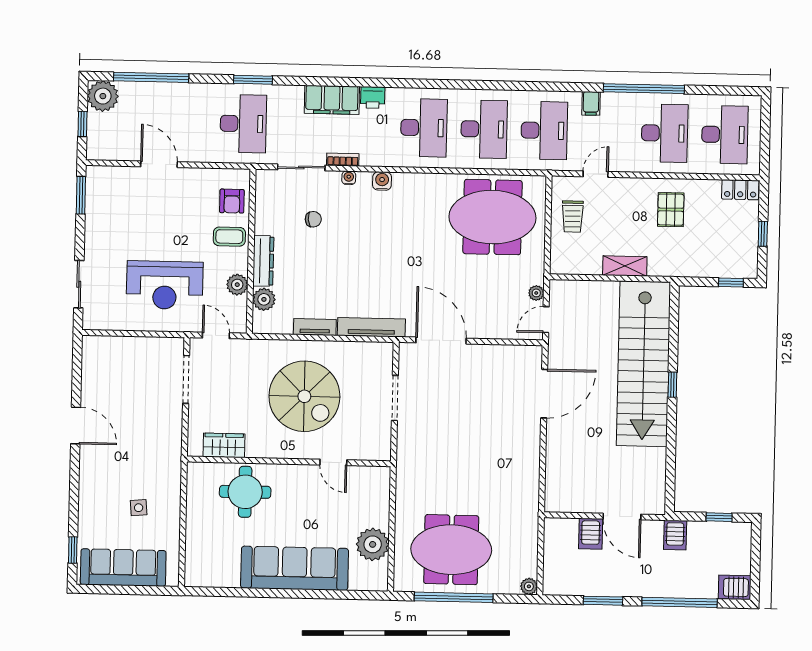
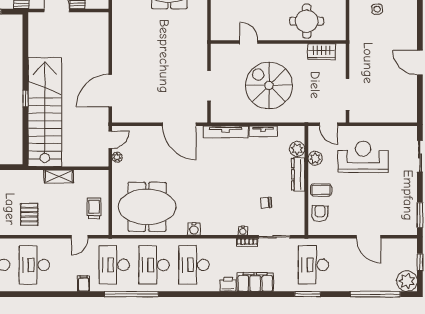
window: (644, 89) -> (131, 294), moved
water cooler: (382, 181) -> (194, 229), moved

